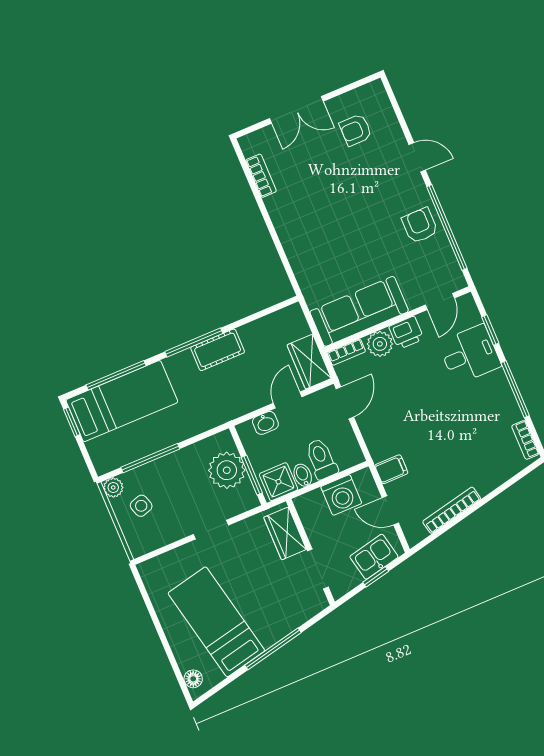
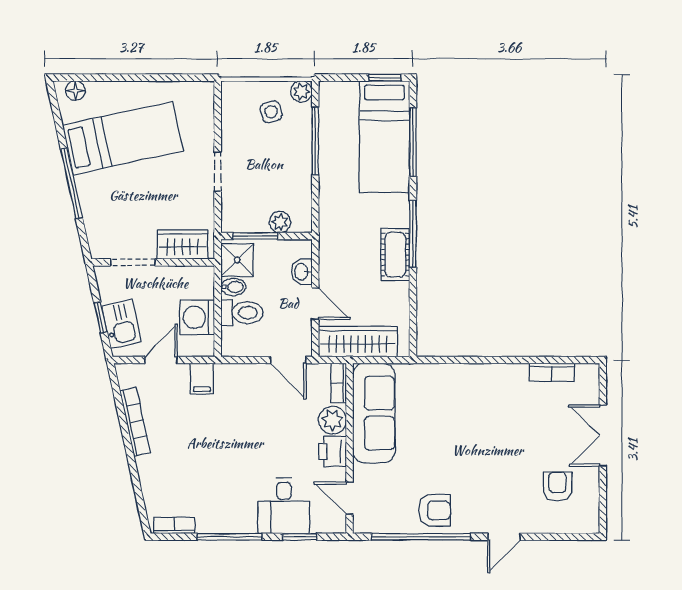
wardrobe: (309, 362) -> (358, 342), width x1.50
plant: (227, 470) -> (280, 222), width x0.53, depth x0.53

